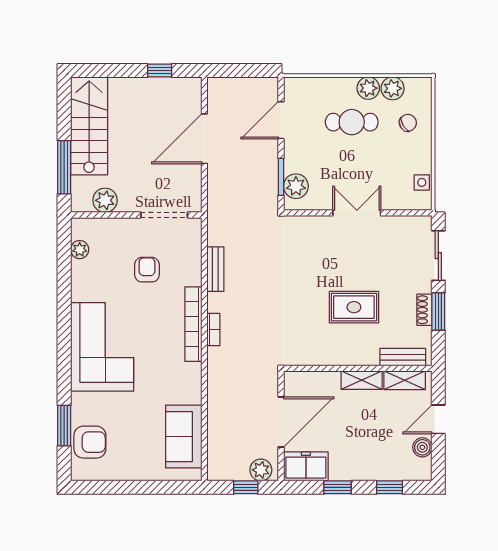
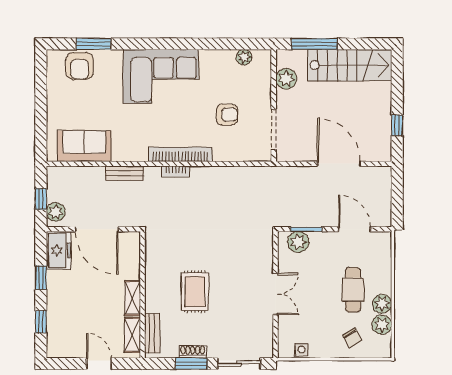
bench: (215, 269) -> (124, 173), moved
boiler: (422, 447) -> (75, 350), removed

